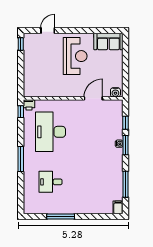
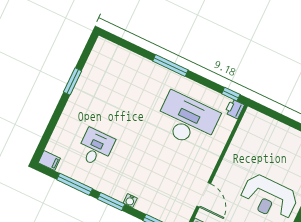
window: (126, 145) -> (111, 202), moved
desk: (50, 182) -> (96, 148), moved
window: (61, 217) -> (73, 81), width x0.69

